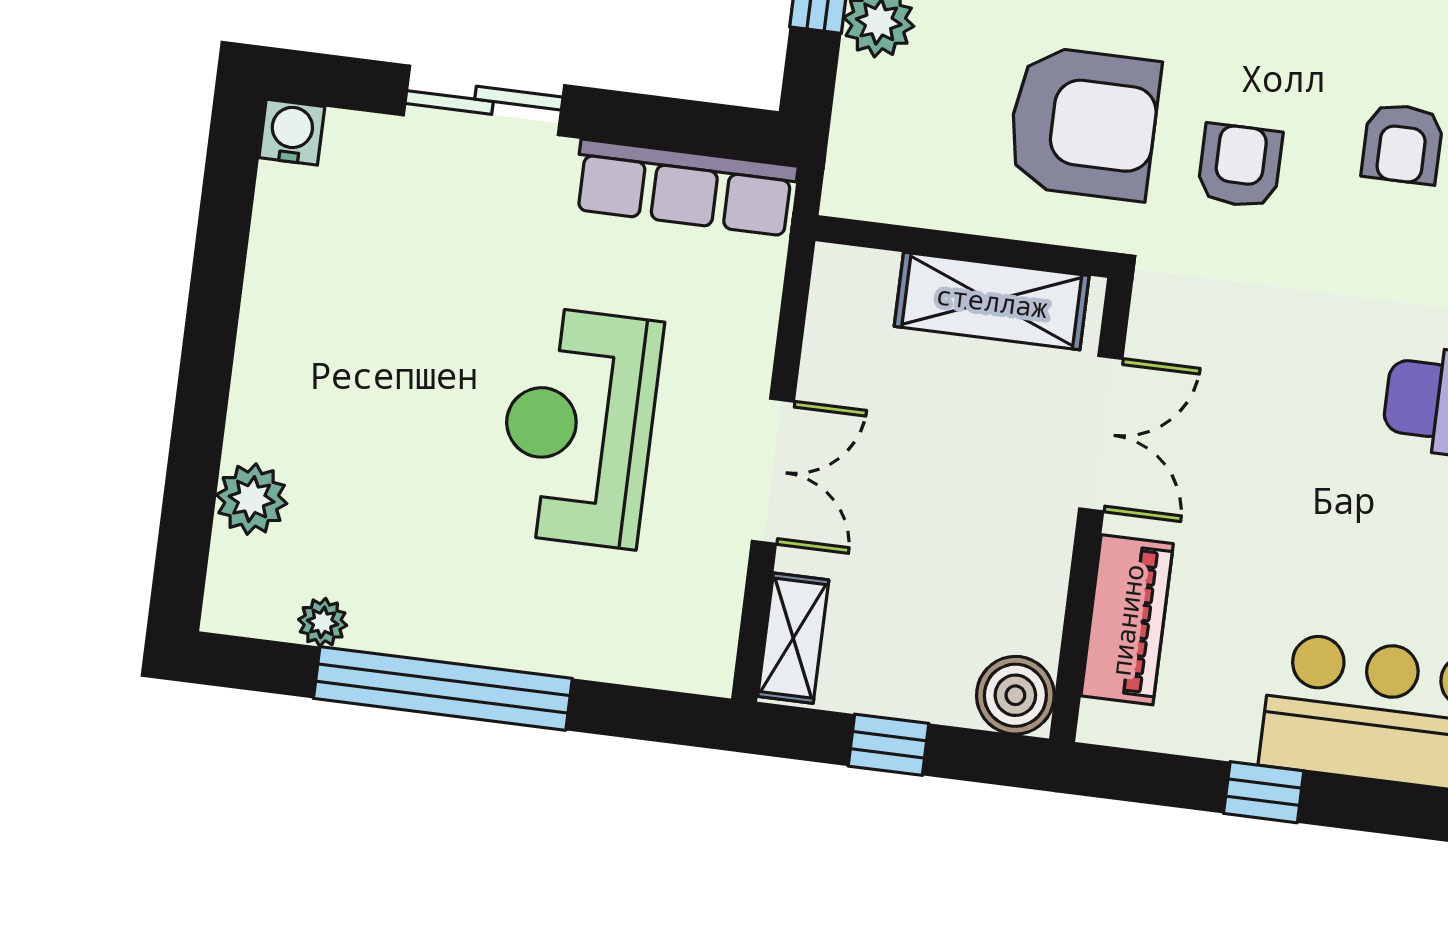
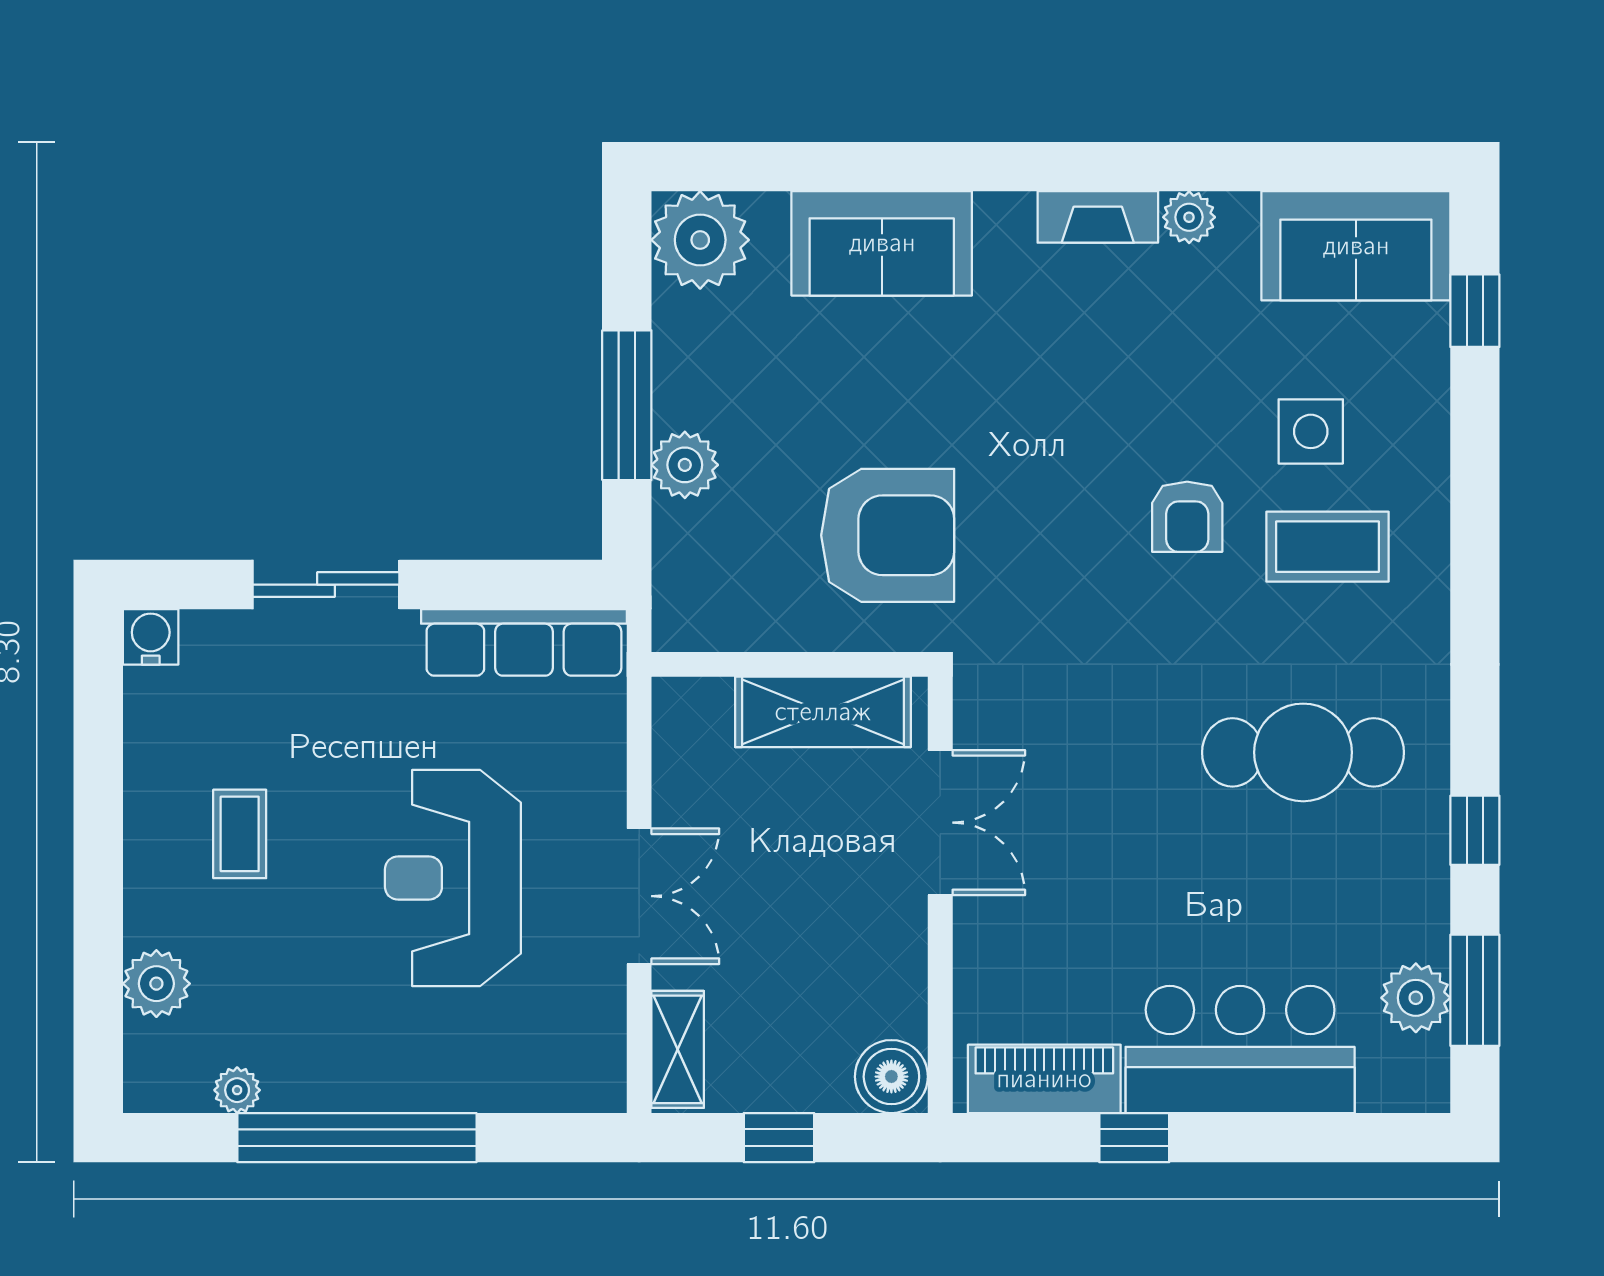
armchair: (1240, 166) -> (1038, 557), removed
coffee table: (360, 352) -> (240, 834), added
piano: (1127, 620) -> (1044, 1079), moved, turned -90

